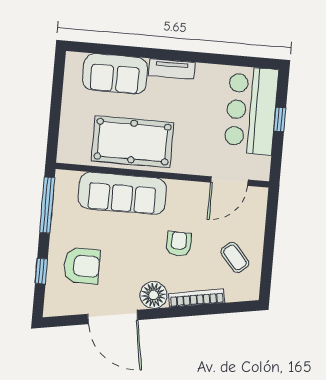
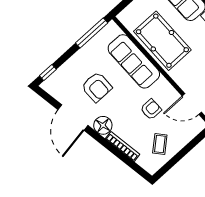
armchair: (179, 244) -> (151, 109), moved
armchair: (82, 266) -> (97, 87), moved
window: (41, 271) -> (48, 73), moved

